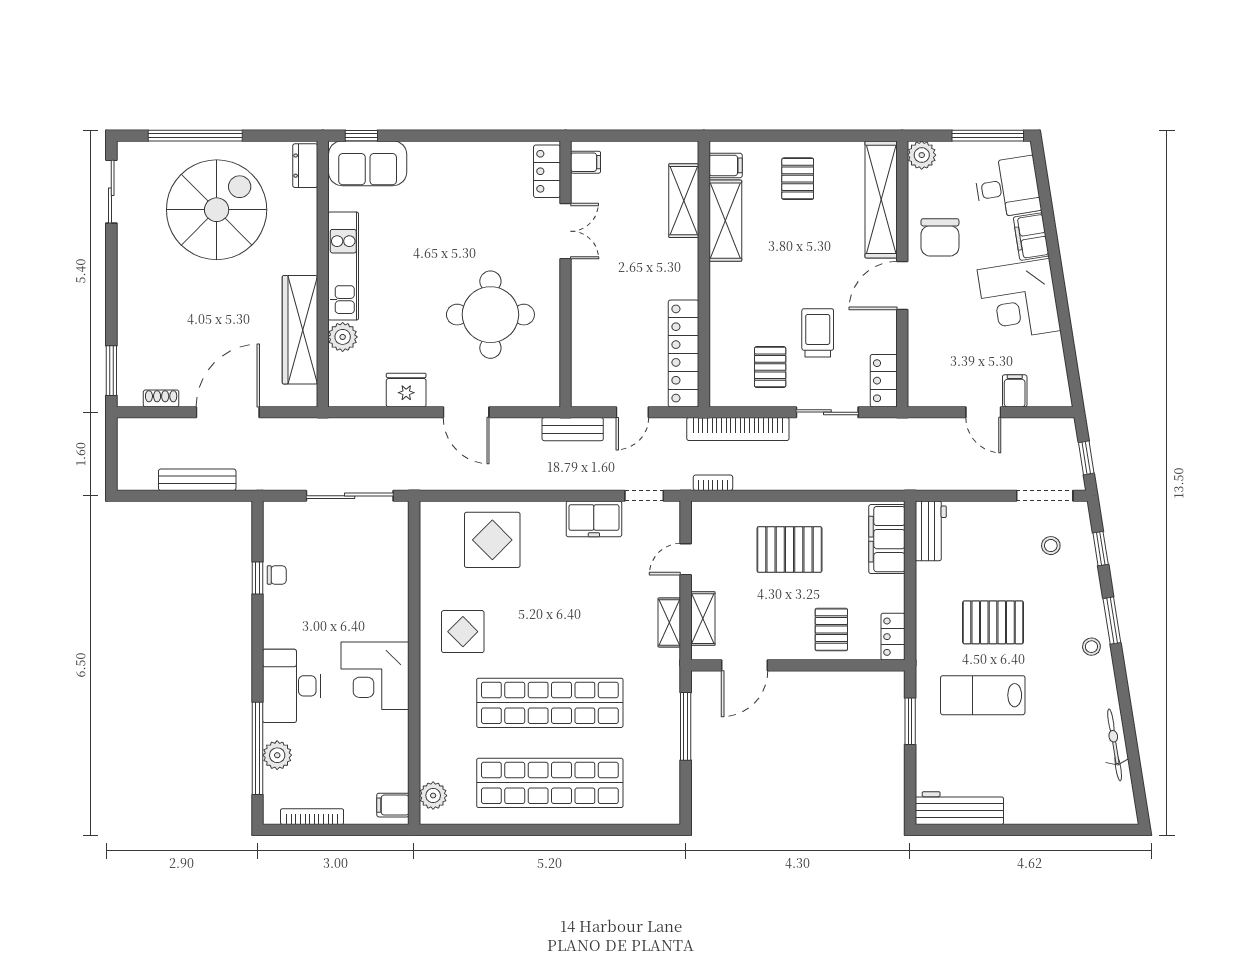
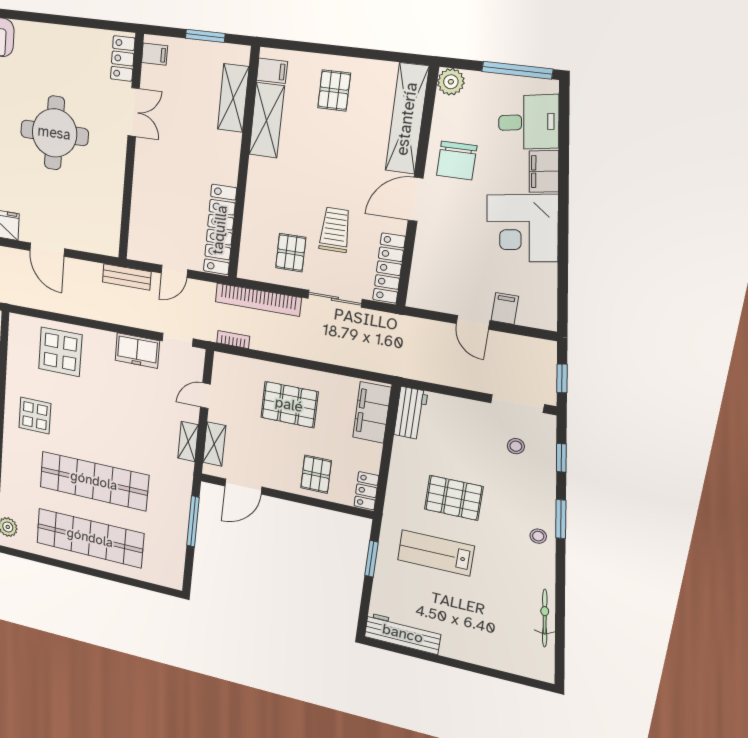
window: (644, 136) -> (205, 36), added
round table: (490, 315) -> (54, 133), moved
locker: (884, 381) -> (389, 268), width x1.53

